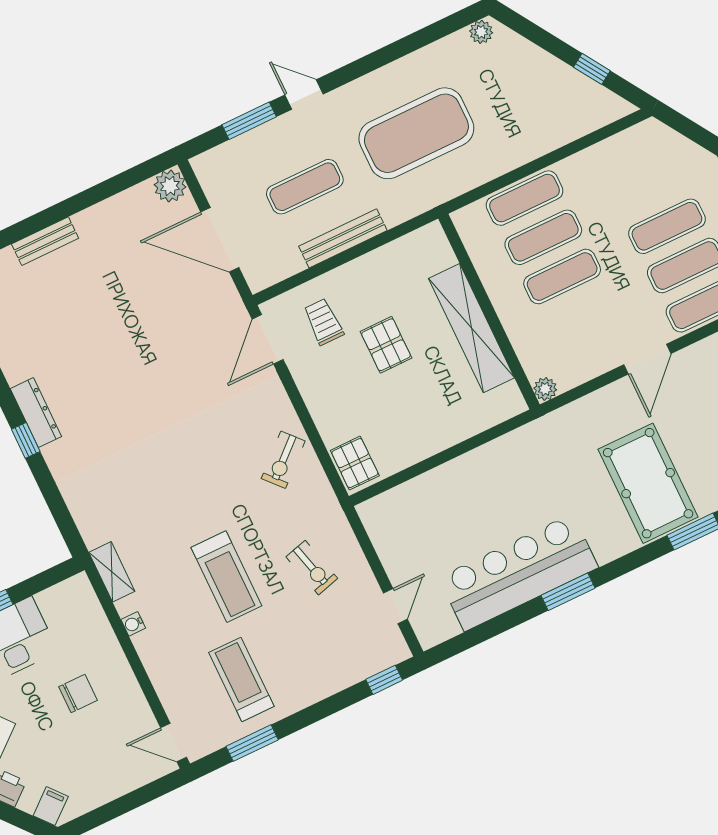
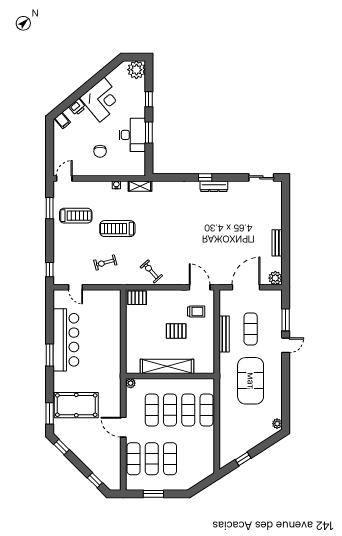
bench: (45, 241) -> (277, 243), moved
exercise mat: (581, 316) -> (152, 410), added

